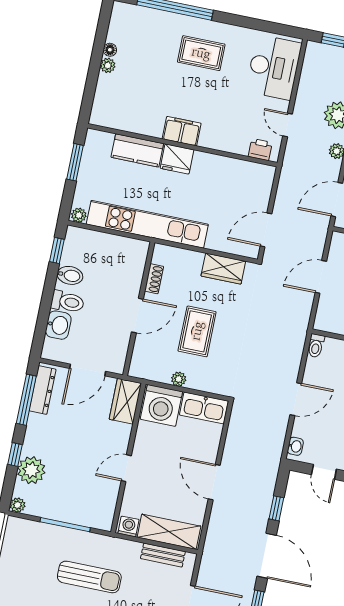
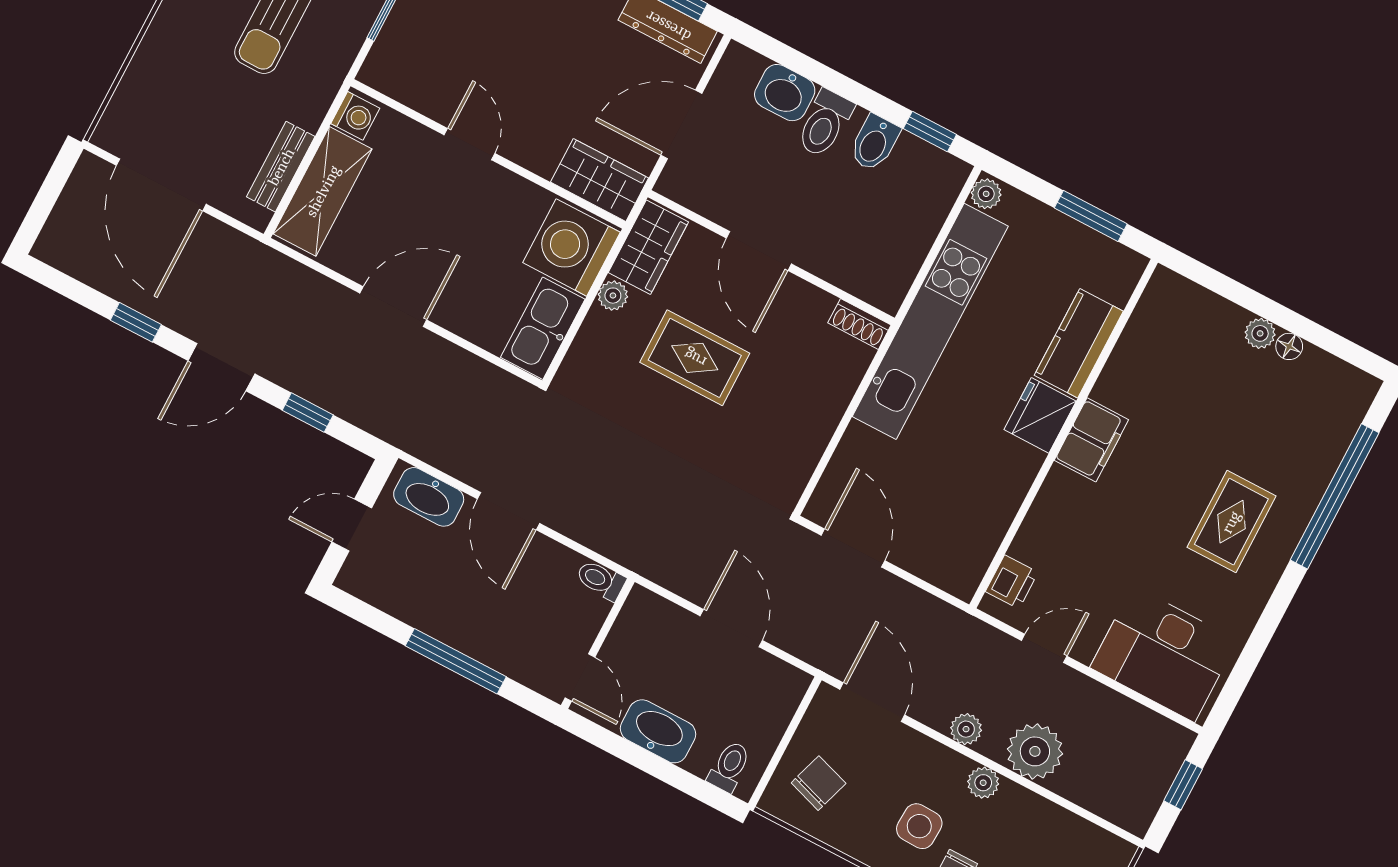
wardrobe: (223, 269) -> (648, 247), moved, turned 180
shoe rack: (154, 279) -> (859, 324), moved
door: (88, 370) -> (681, 124), hinge flipped
washbasin: (295, 446) -> (429, 497), width x1.91, depth x1.45
door: (267, 556) -> (221, 367), width x0.73

